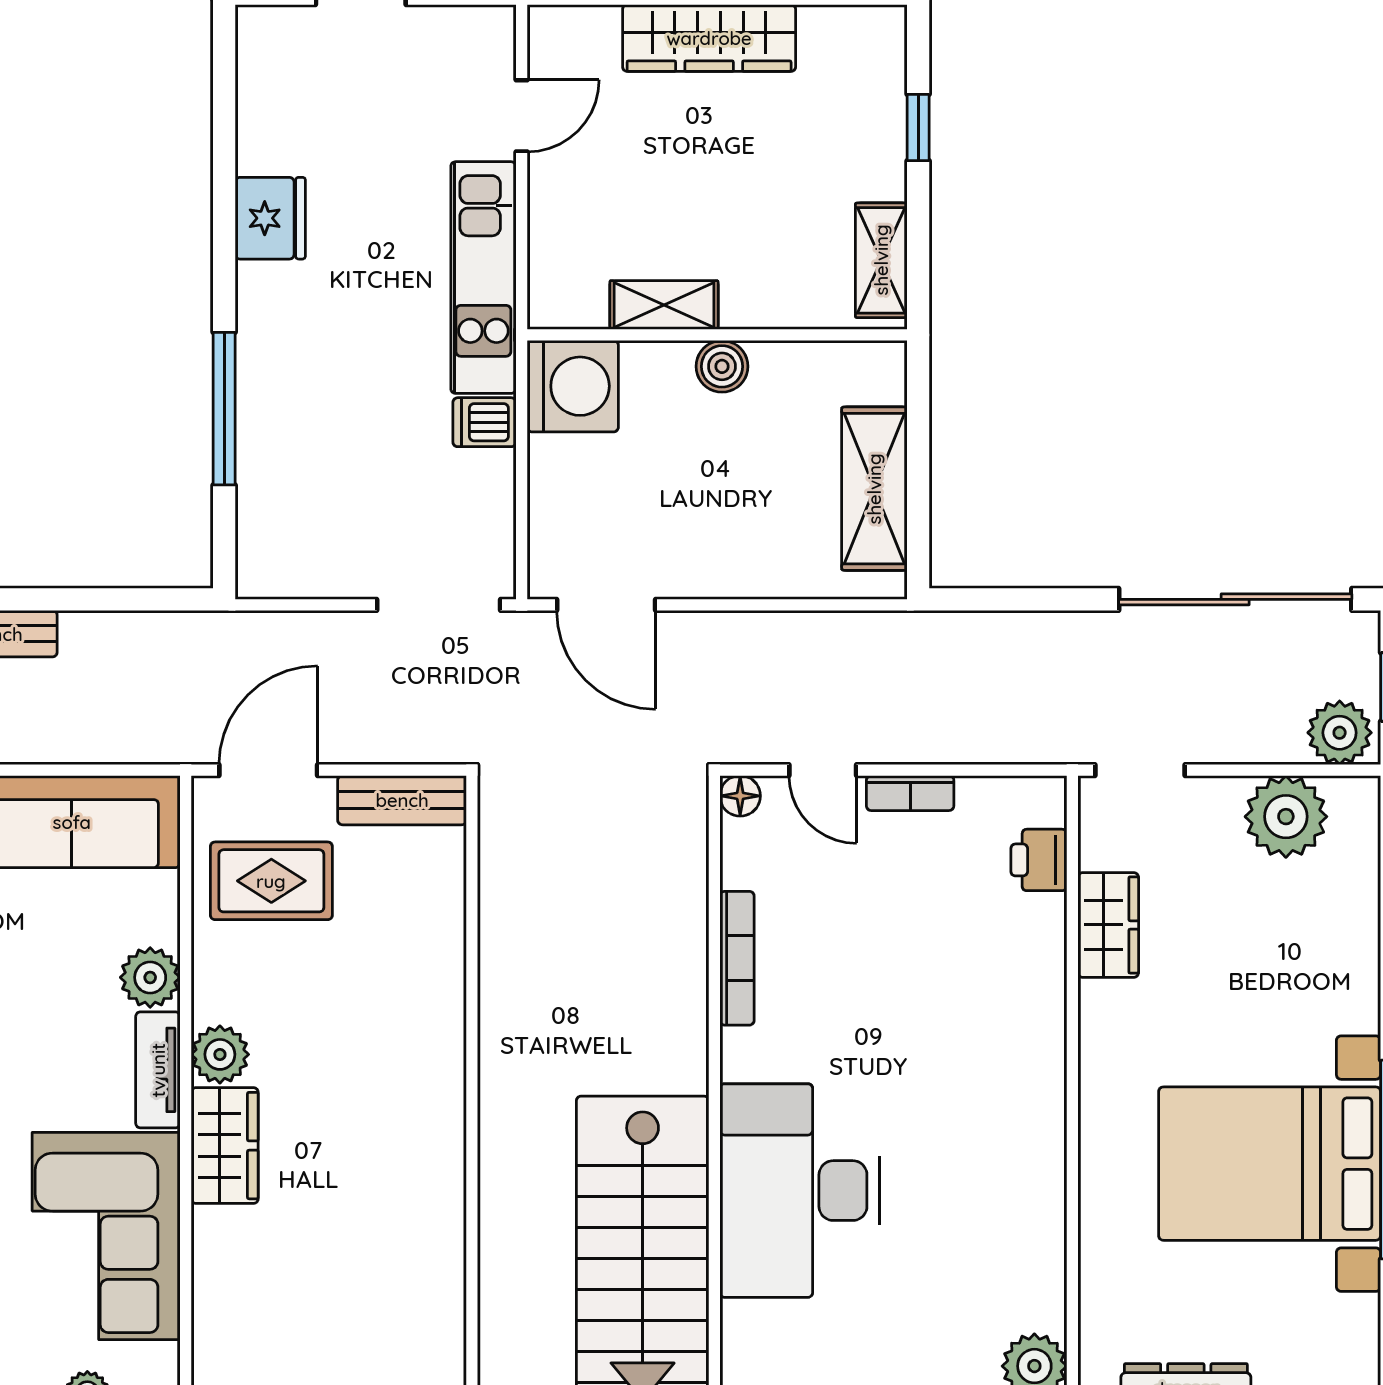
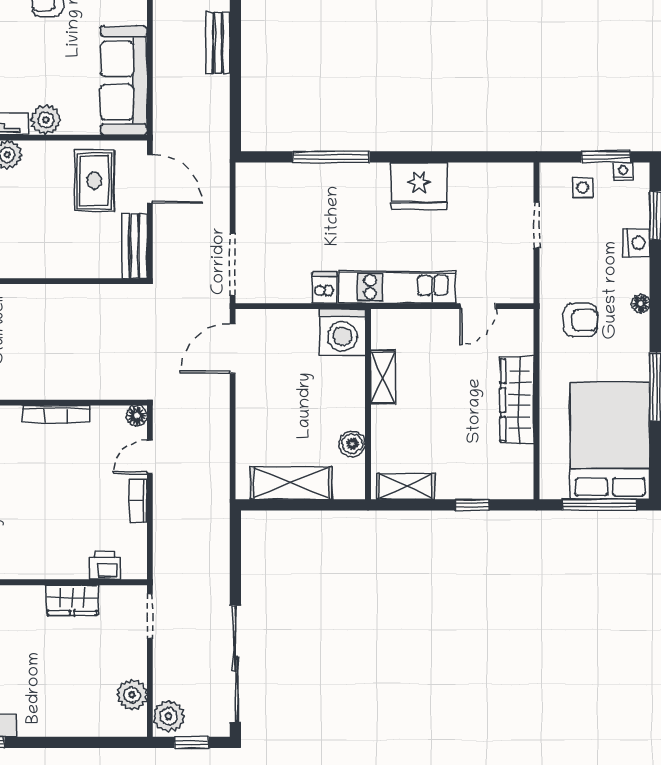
door: (522, 116) -> (478, 306), hinge flipped
fridge: (270, 218) -> (419, 186), width x1.36, depth x1.34
boiler: (722, 366) -> (352, 444), moved
plant: (1286, 817) -> (132, 695), width x0.73, depth x0.73

